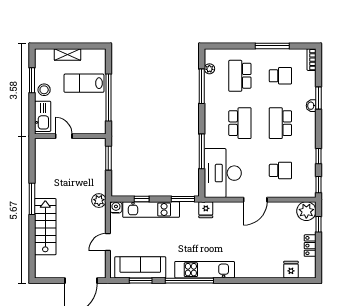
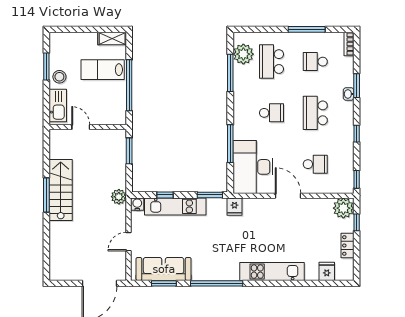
shelving: (68, 54) -> (112, 39), moved
plant: (209, 69) -> (243, 54), width x1.88, depth x1.88
school desk: (280, 76) -> (315, 62), turned 180
school desk: (240, 123) -> (271, 113), width x0.54
window: (318, 156) -> (357, 134), moved
door: (255, 200) -> (288, 196), swing flipped
stairs: (45, 227) -> (61, 190), moved
kitchen unit: (205, 270) -> (272, 272), moved

